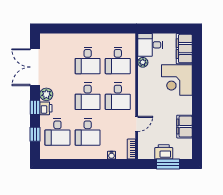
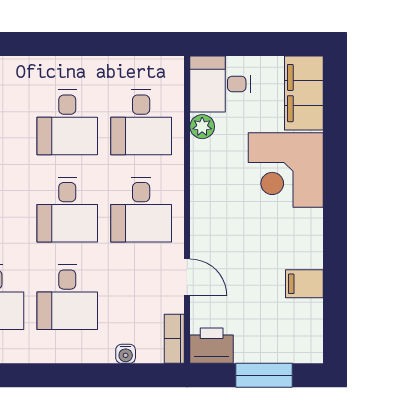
door: (137, 124) -> (187, 277), hinge flipped
filing cabinet: (185, 127) -> (304, 284), width x0.50
printer: (164, 152) -> (212, 346), moved

